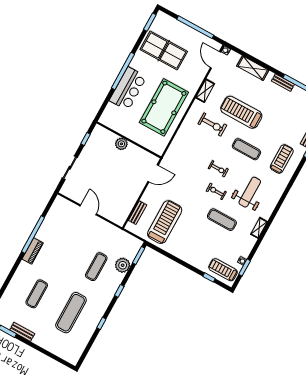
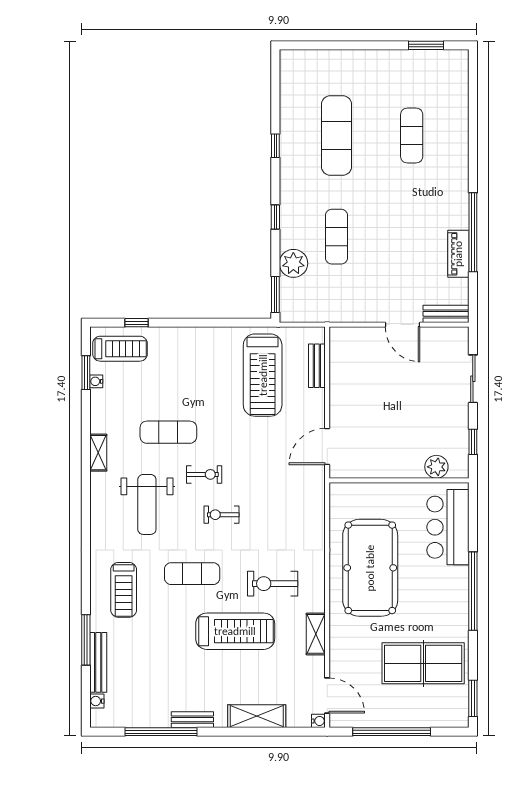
bar counter: (128, 89) -> (448, 527), moved
plant: (121, 144) -> (436, 467), moved
piano: (33, 251) -> (458, 254), moved
bench: (22, 332) -> (446, 314), moved

